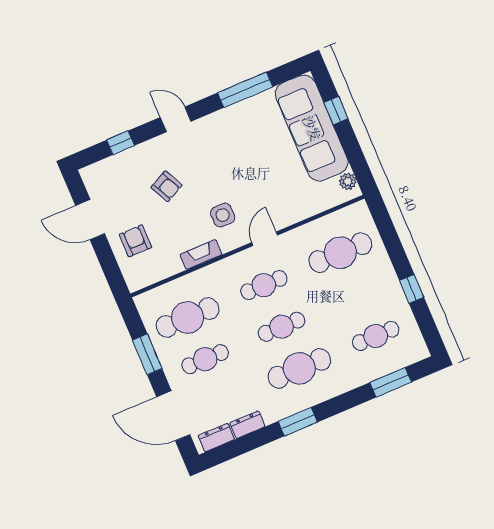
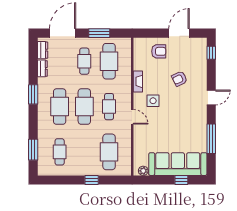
window: (120, 143) -> (211, 53), moved
window: (412, 289) -> (92, 180), moved
cafe table: (282, 327) -> (84, 107), width x1.37, depth x1.35

